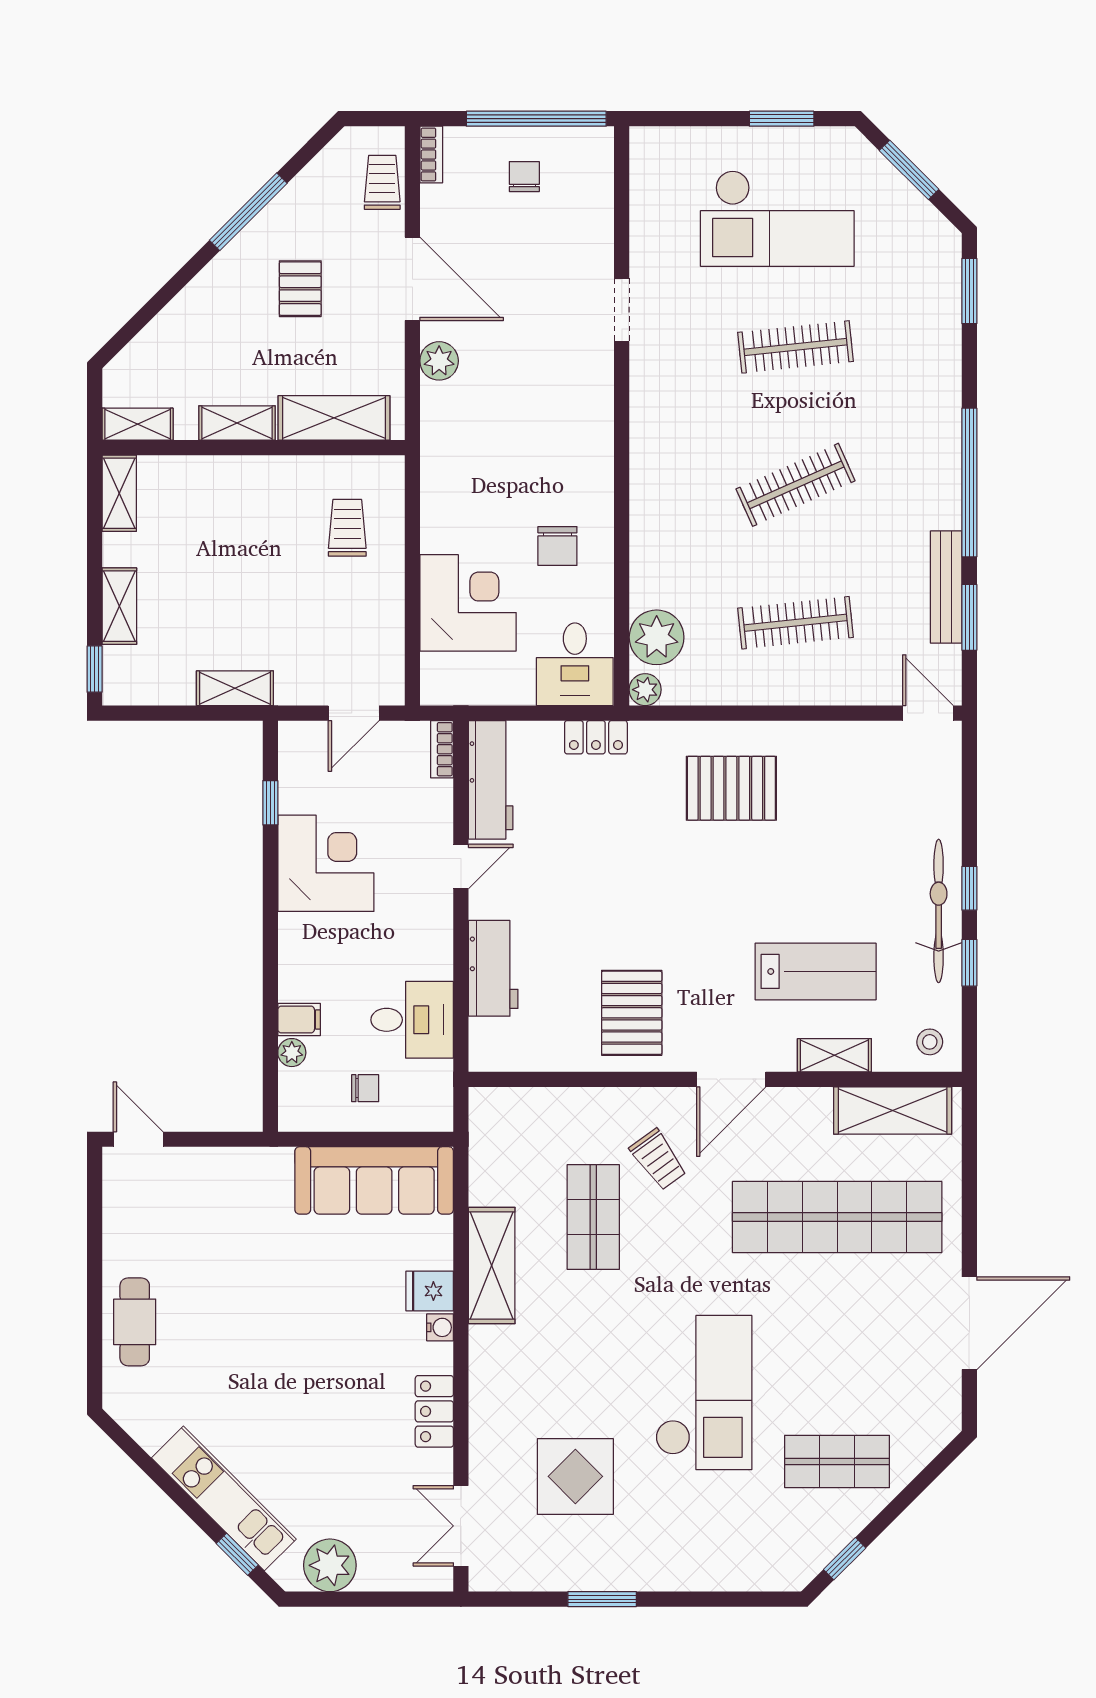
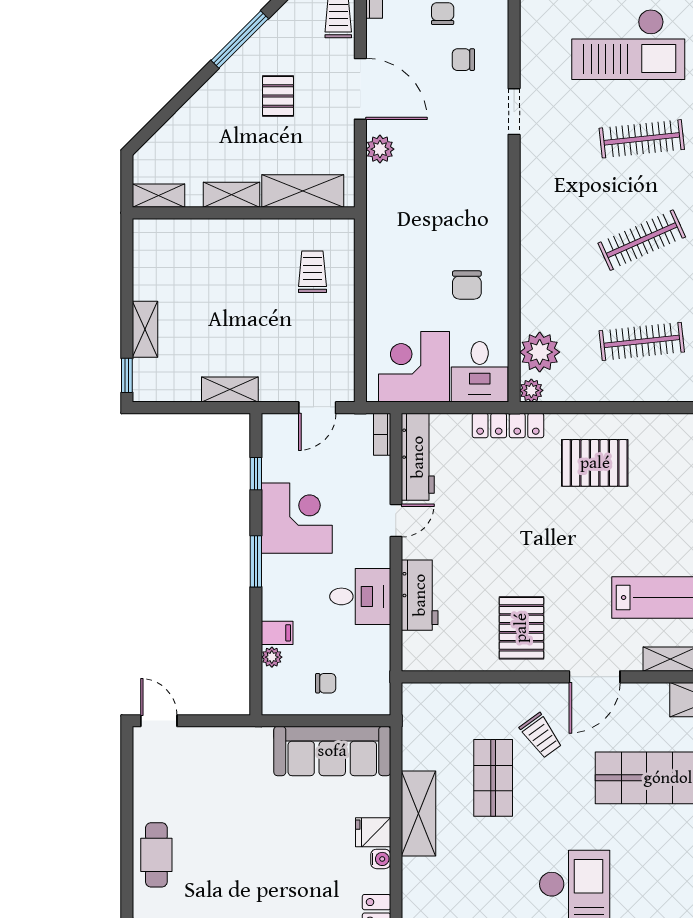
chair: (553, 239) -> (463, 60), added
shelving: (119, 493) -> (145, 246), removed
corner desk: (468, 603) -> (414, 367), moved, turned -90
locker: (596, 737) -> (508, 426), width x1.53
window: (270, 922) -> (256, 561), added
desk: (412, 1020) -> (360, 596), moved

